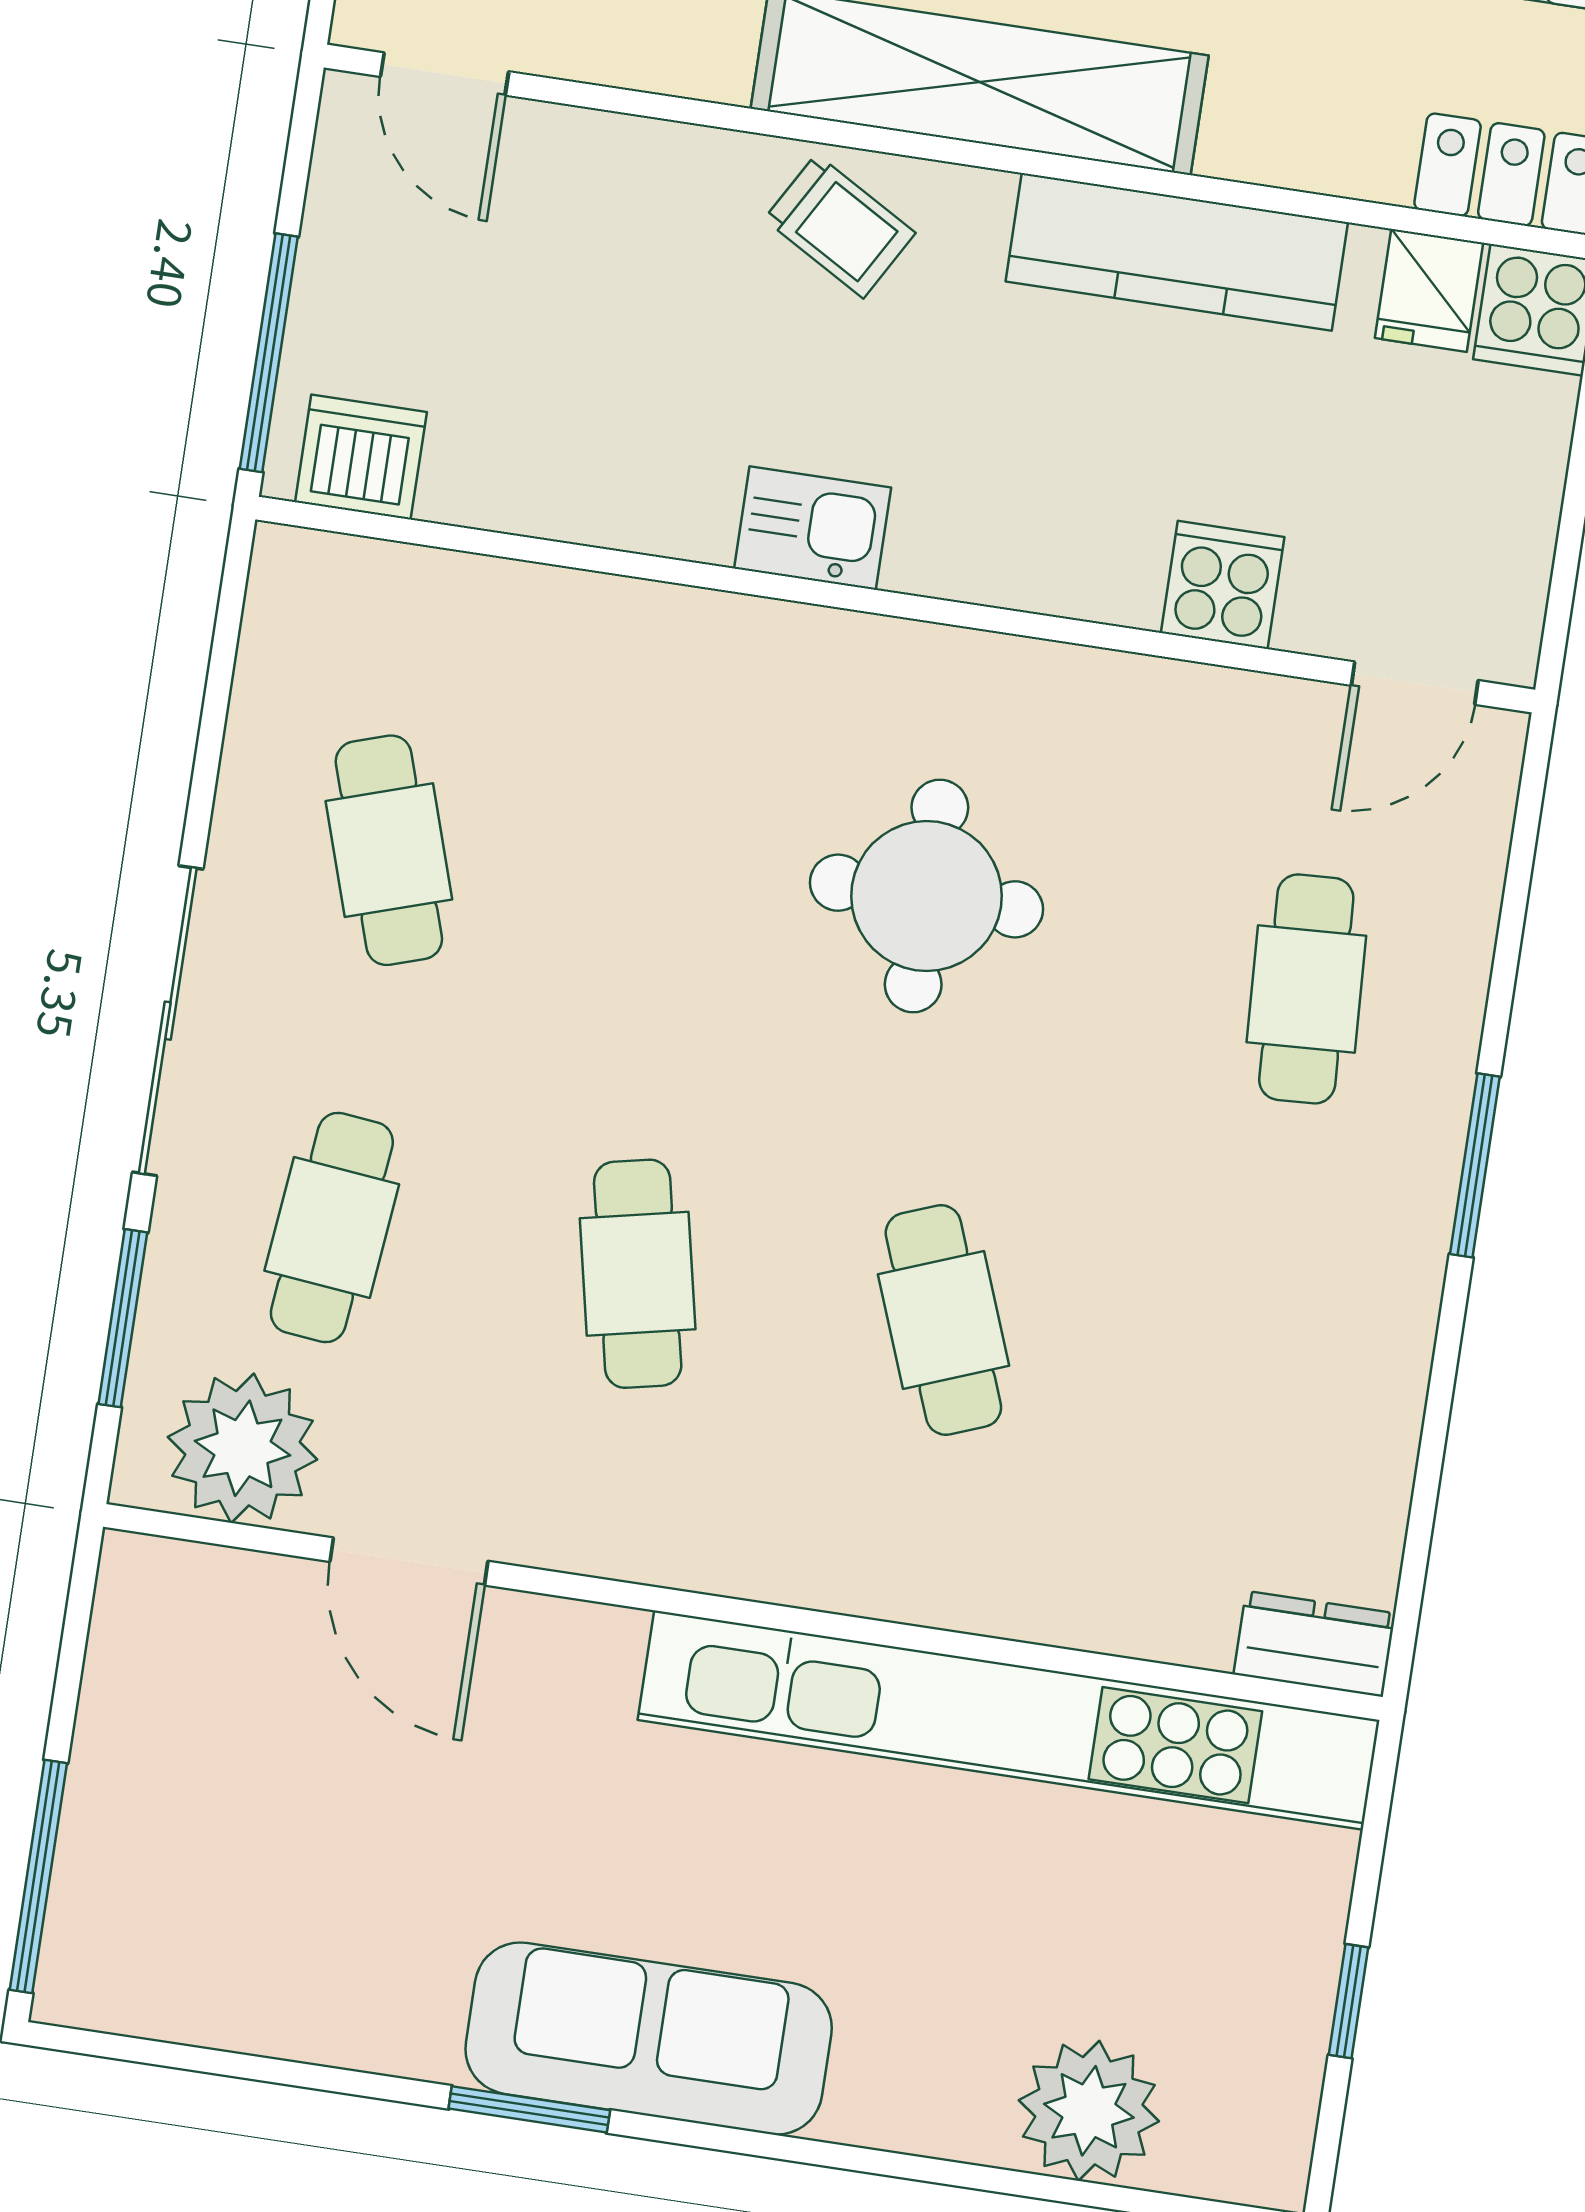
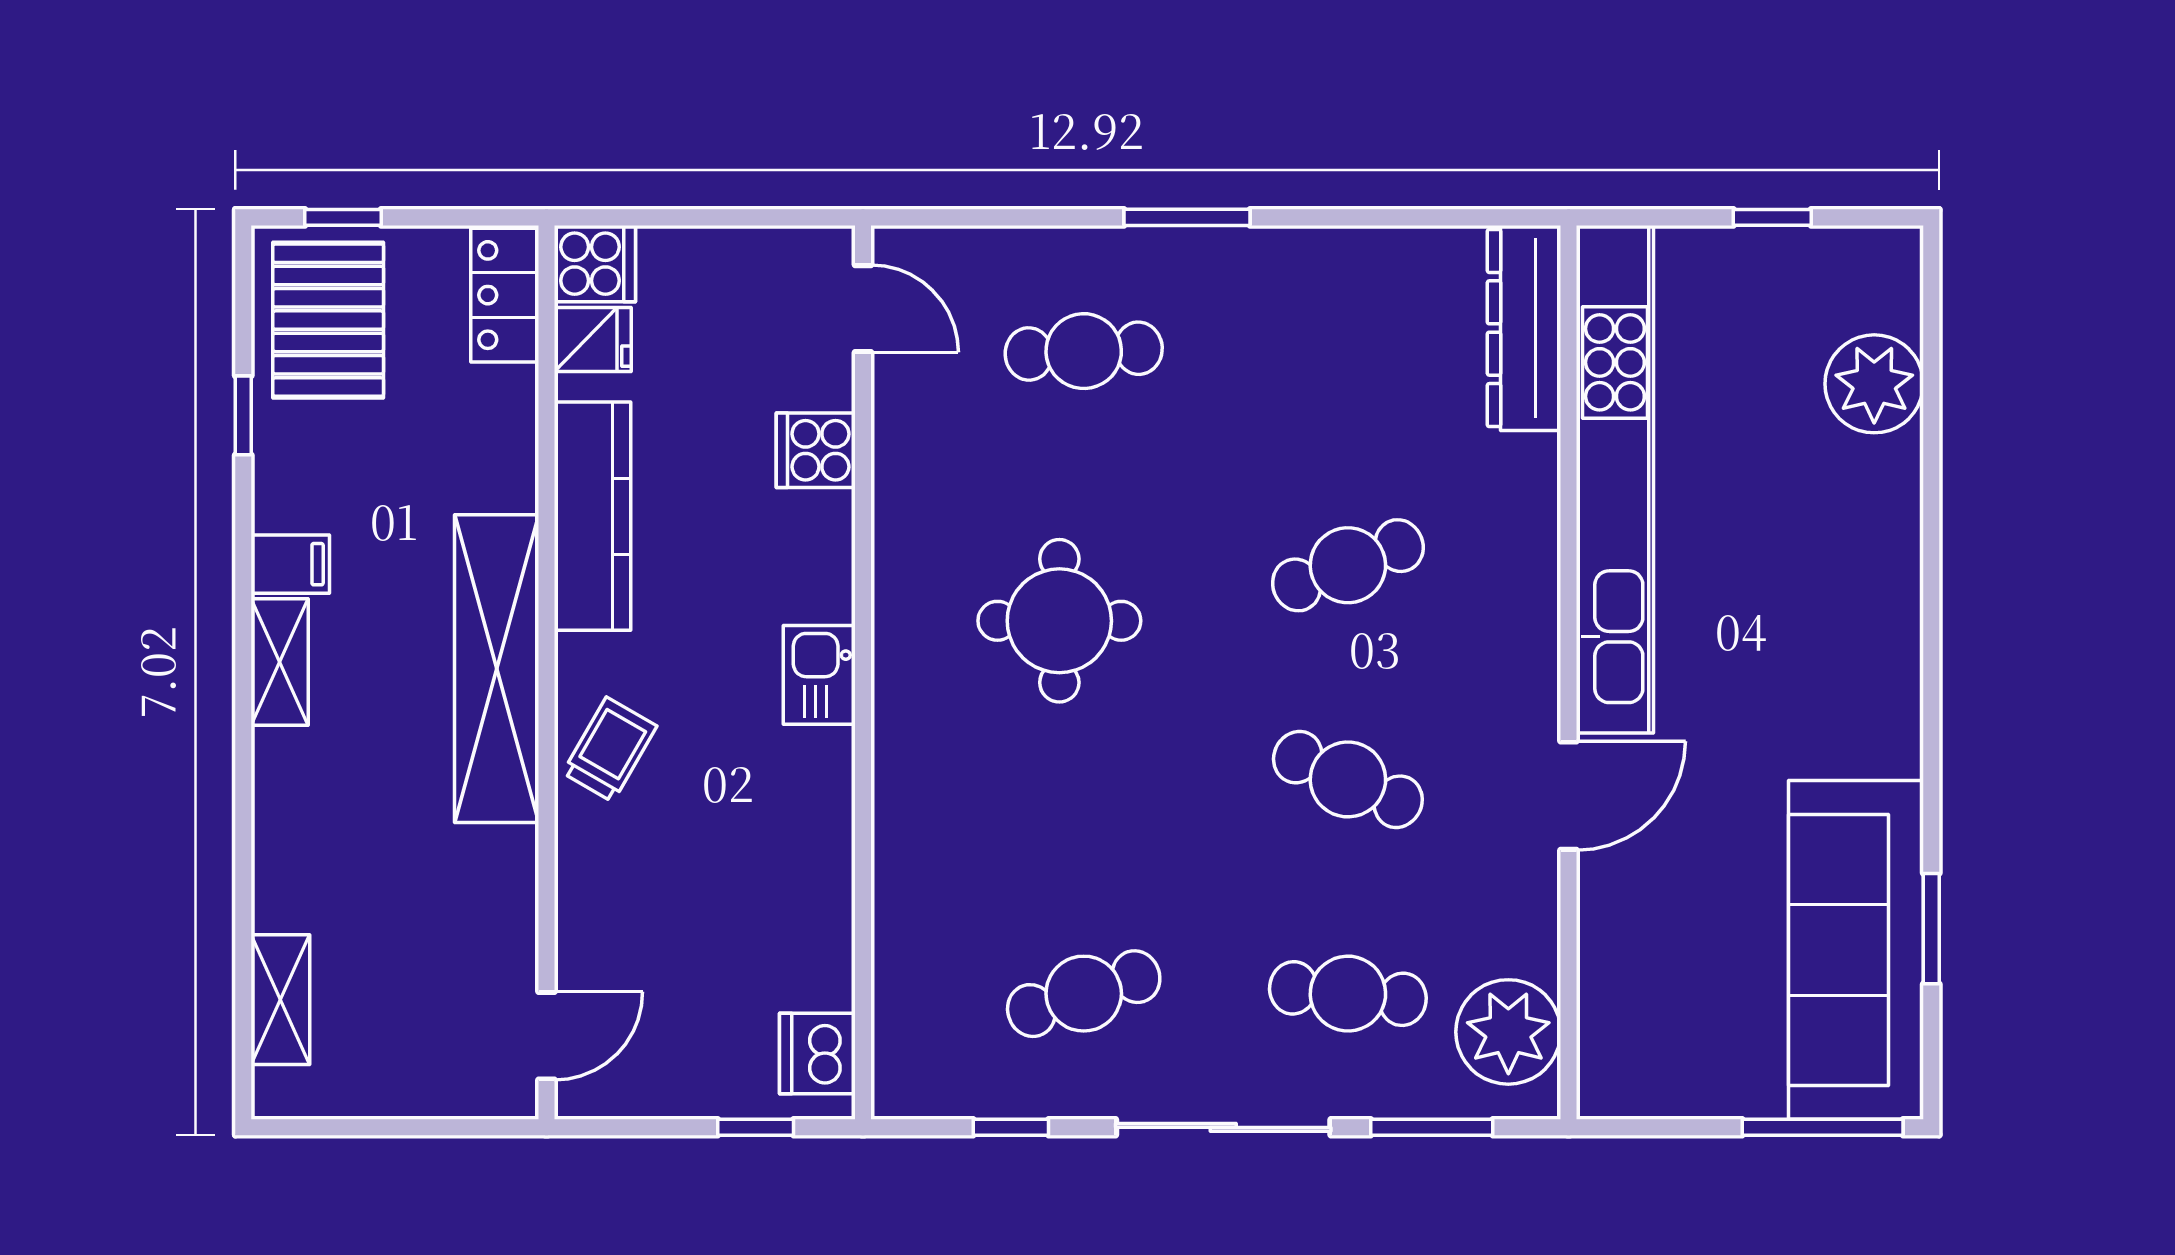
window: (269, 353) -> (756, 1127), width x0.46
kitchen sink: (813, 528) -> (819, 675), moved
window: (214, 718) -> (1011, 1127), added
cafe table: (638, 1274) -> (1348, 779), turned 36
door: (409, 1561) -> (1569, 796), moved
dresser: (1315, 1644) -> (1524, 328), width x1.96, depth x1.24
sofa: (649, 2038) -> (1856, 950), moved, width x1.36, depth x1.27
window: (529, 2109) -> (1931, 929), moved

